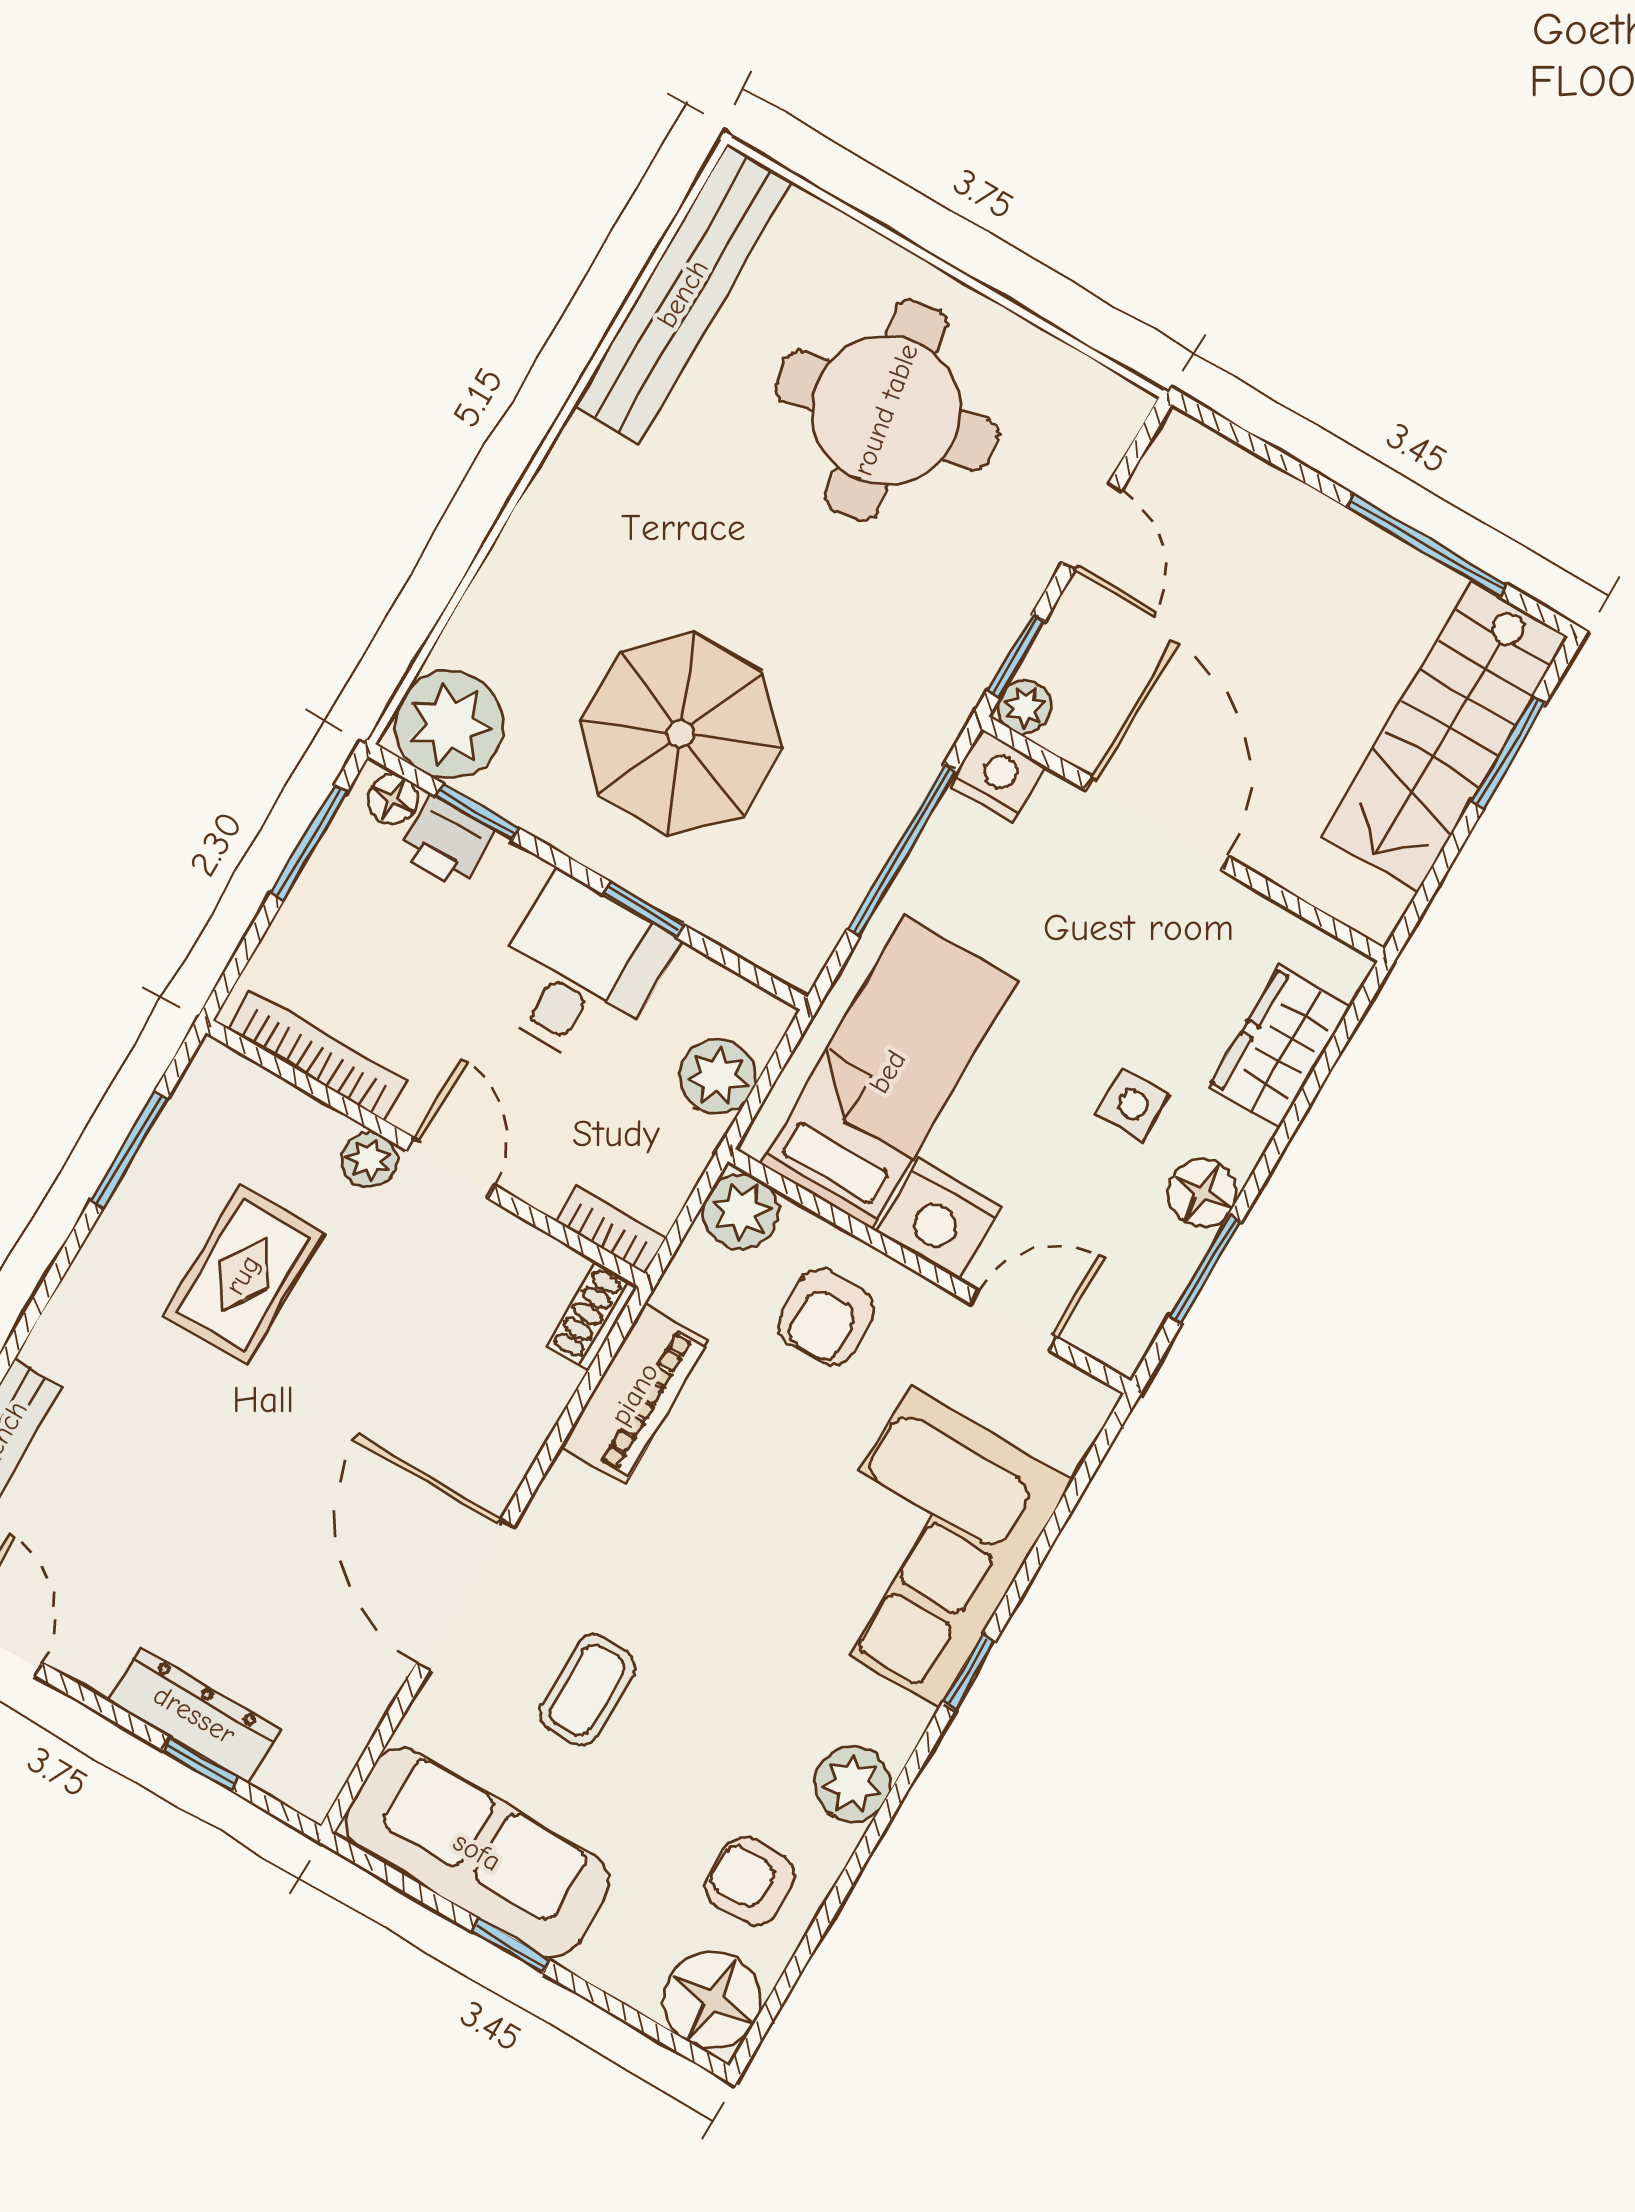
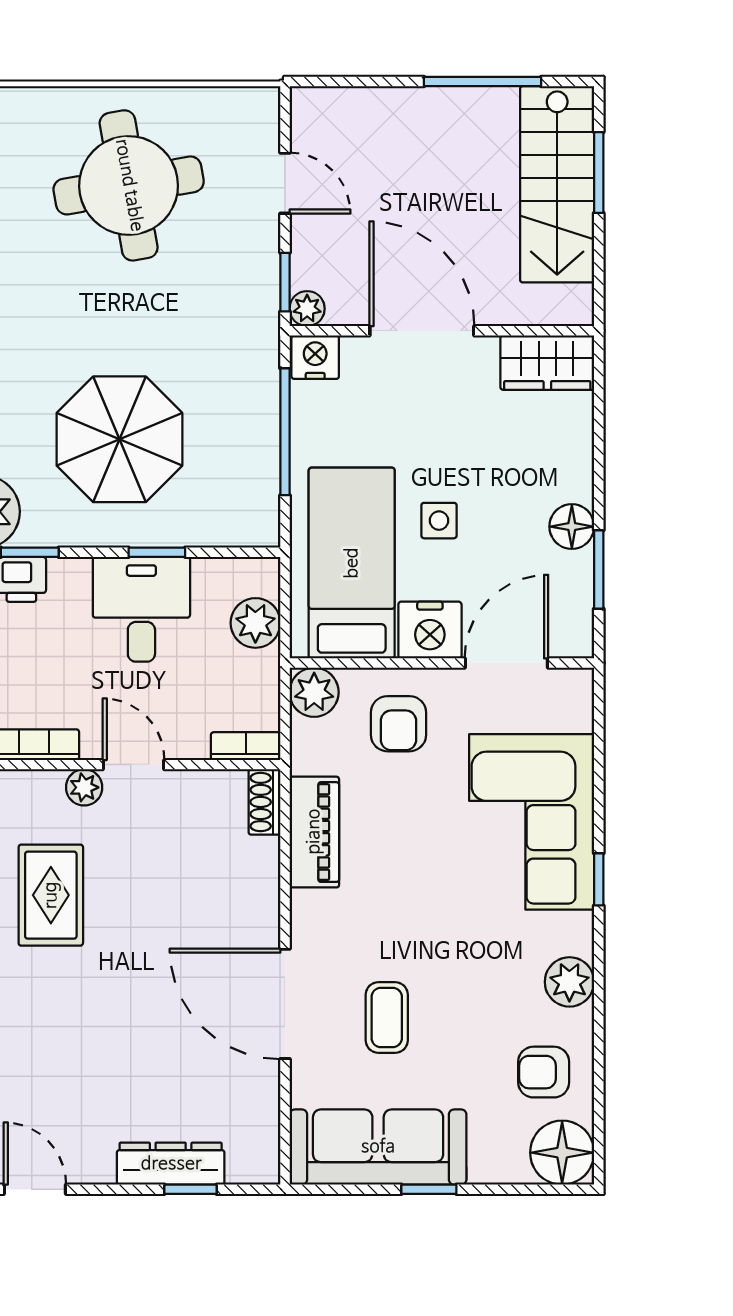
wardrobe: (1280, 1047) -> (547, 363), moved, turned -90
side table: (1133, 1104) -> (439, 521), moved
door: (1013, 1320) -> (506, 663), width x1.38

